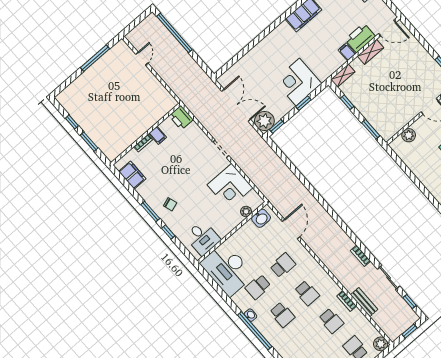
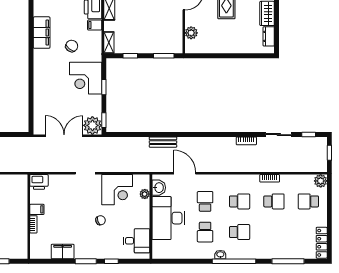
chair: (314, 48) -> (72, 46), added
filing cabinet: (132, 175) -> (63, 252), moved
chair: (170, 204) -> (101, 220), moved
desk: (227, 269) -> (168, 218), moved, turned 90
bench: (364, 302) -> (163, 142), moved

